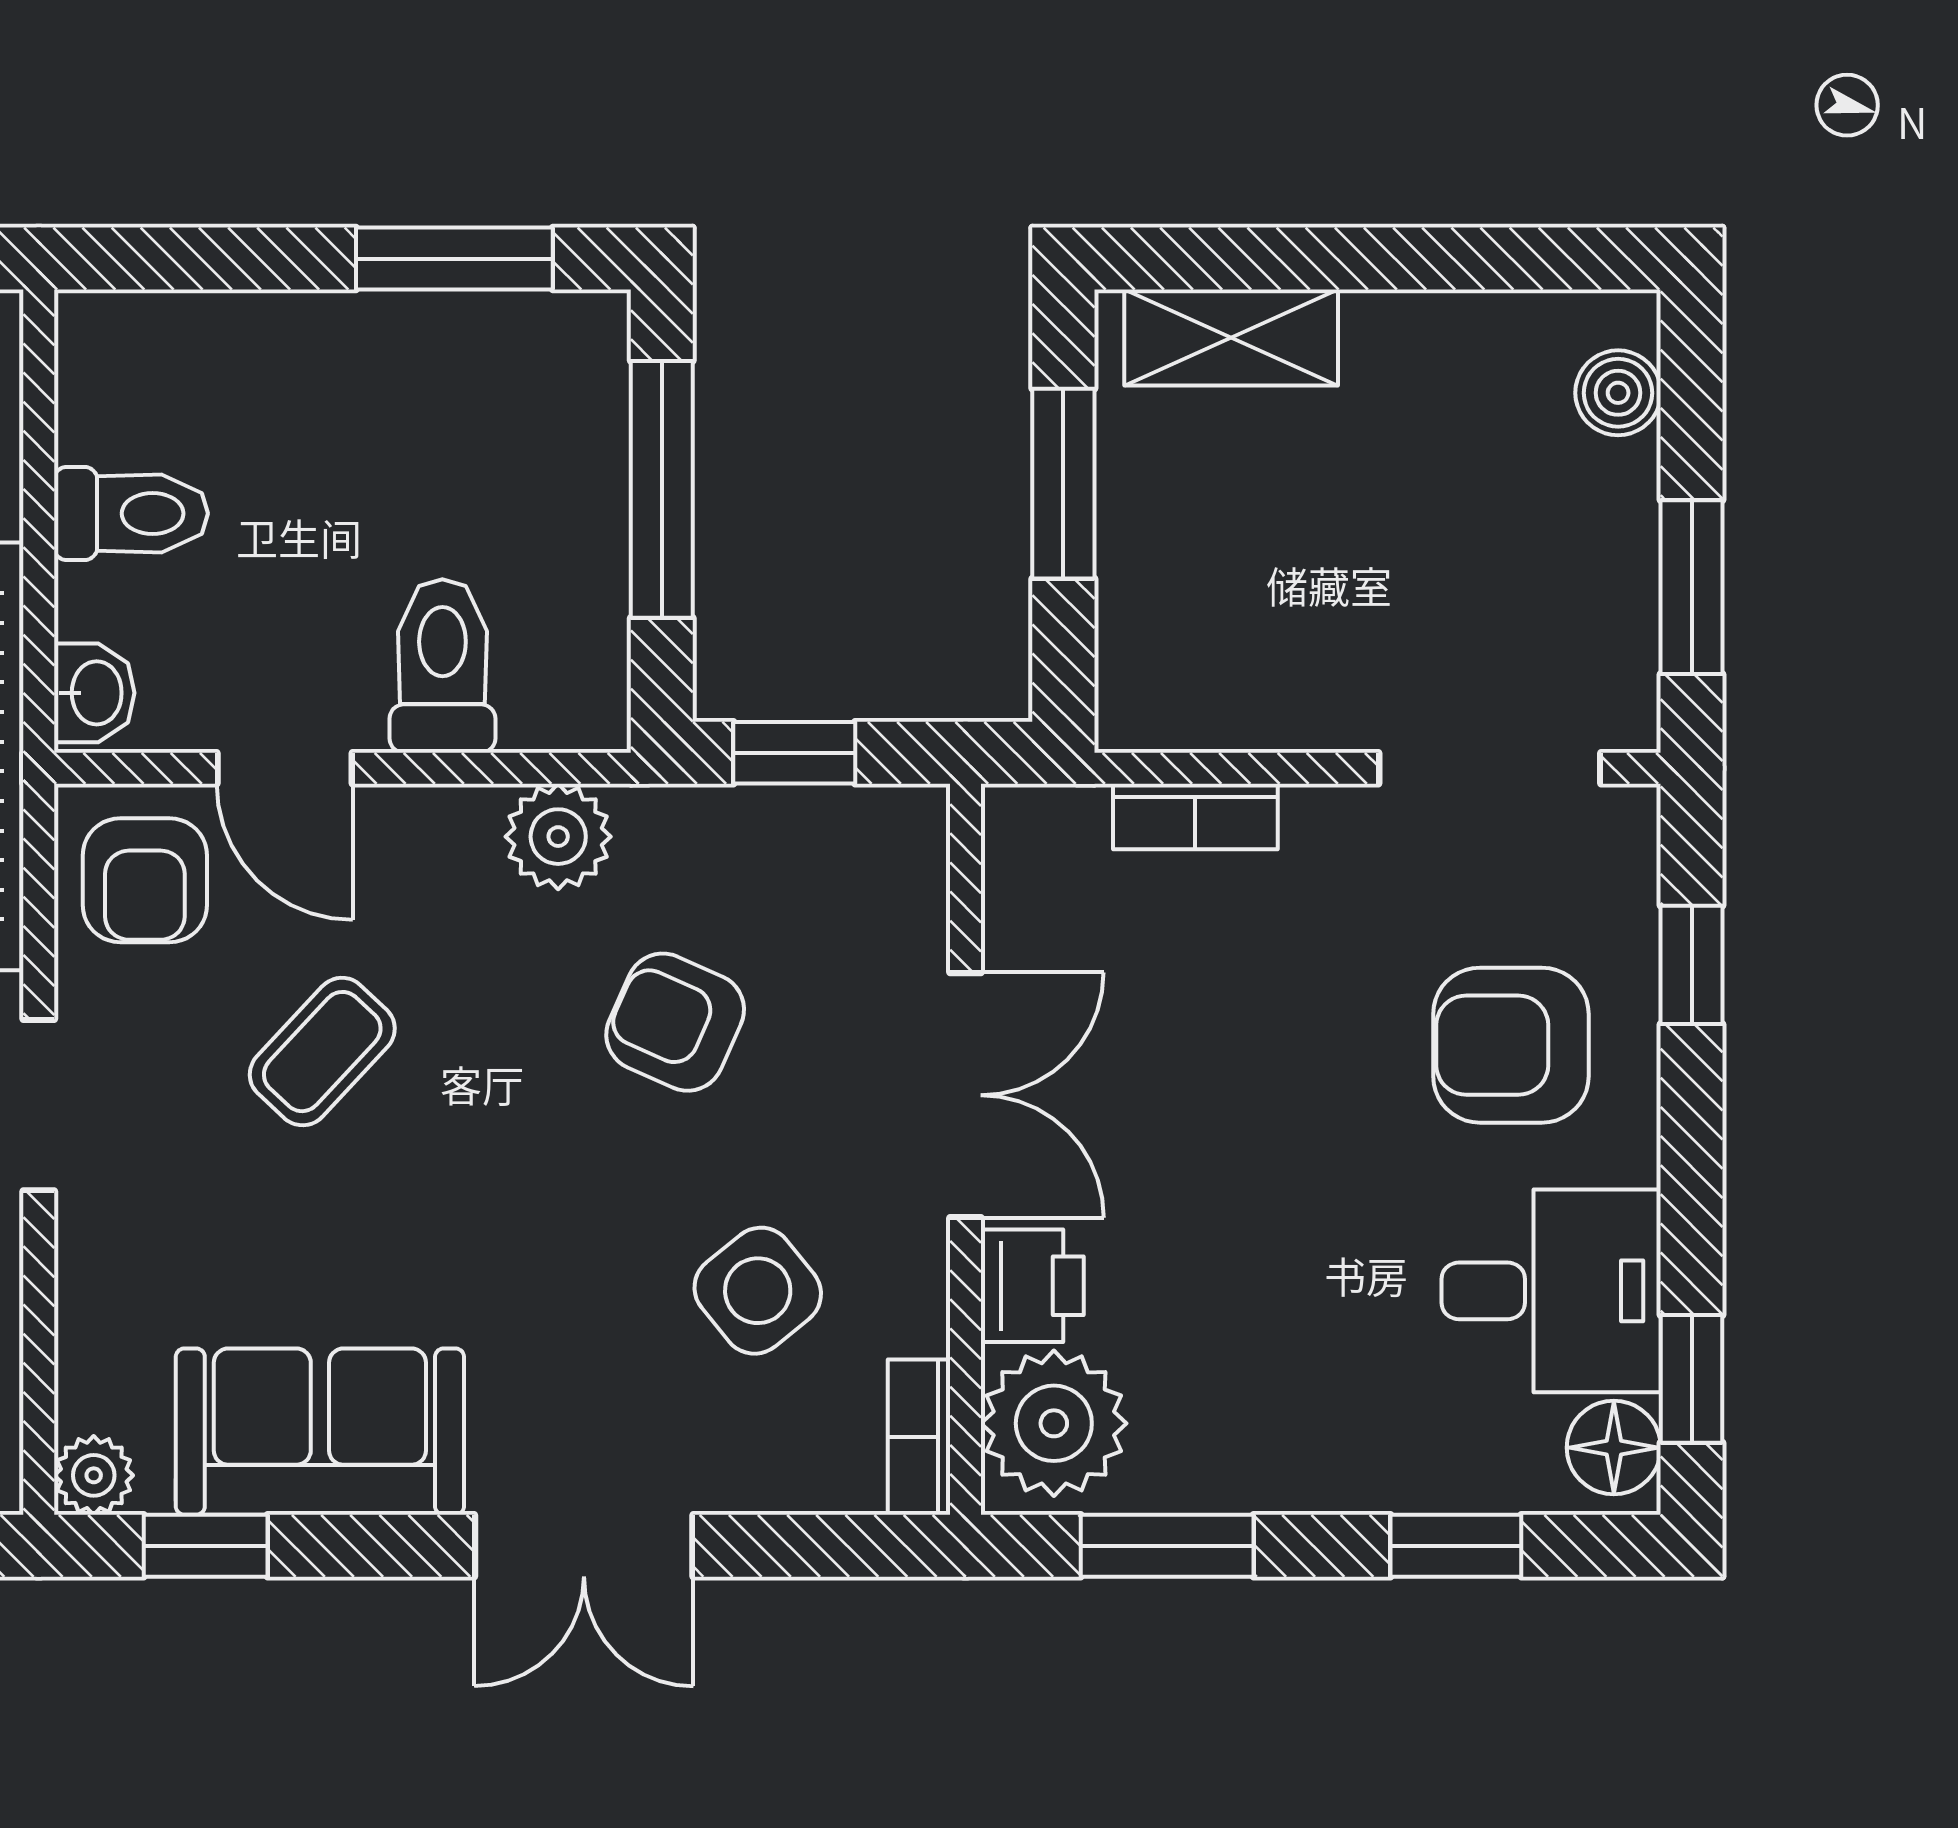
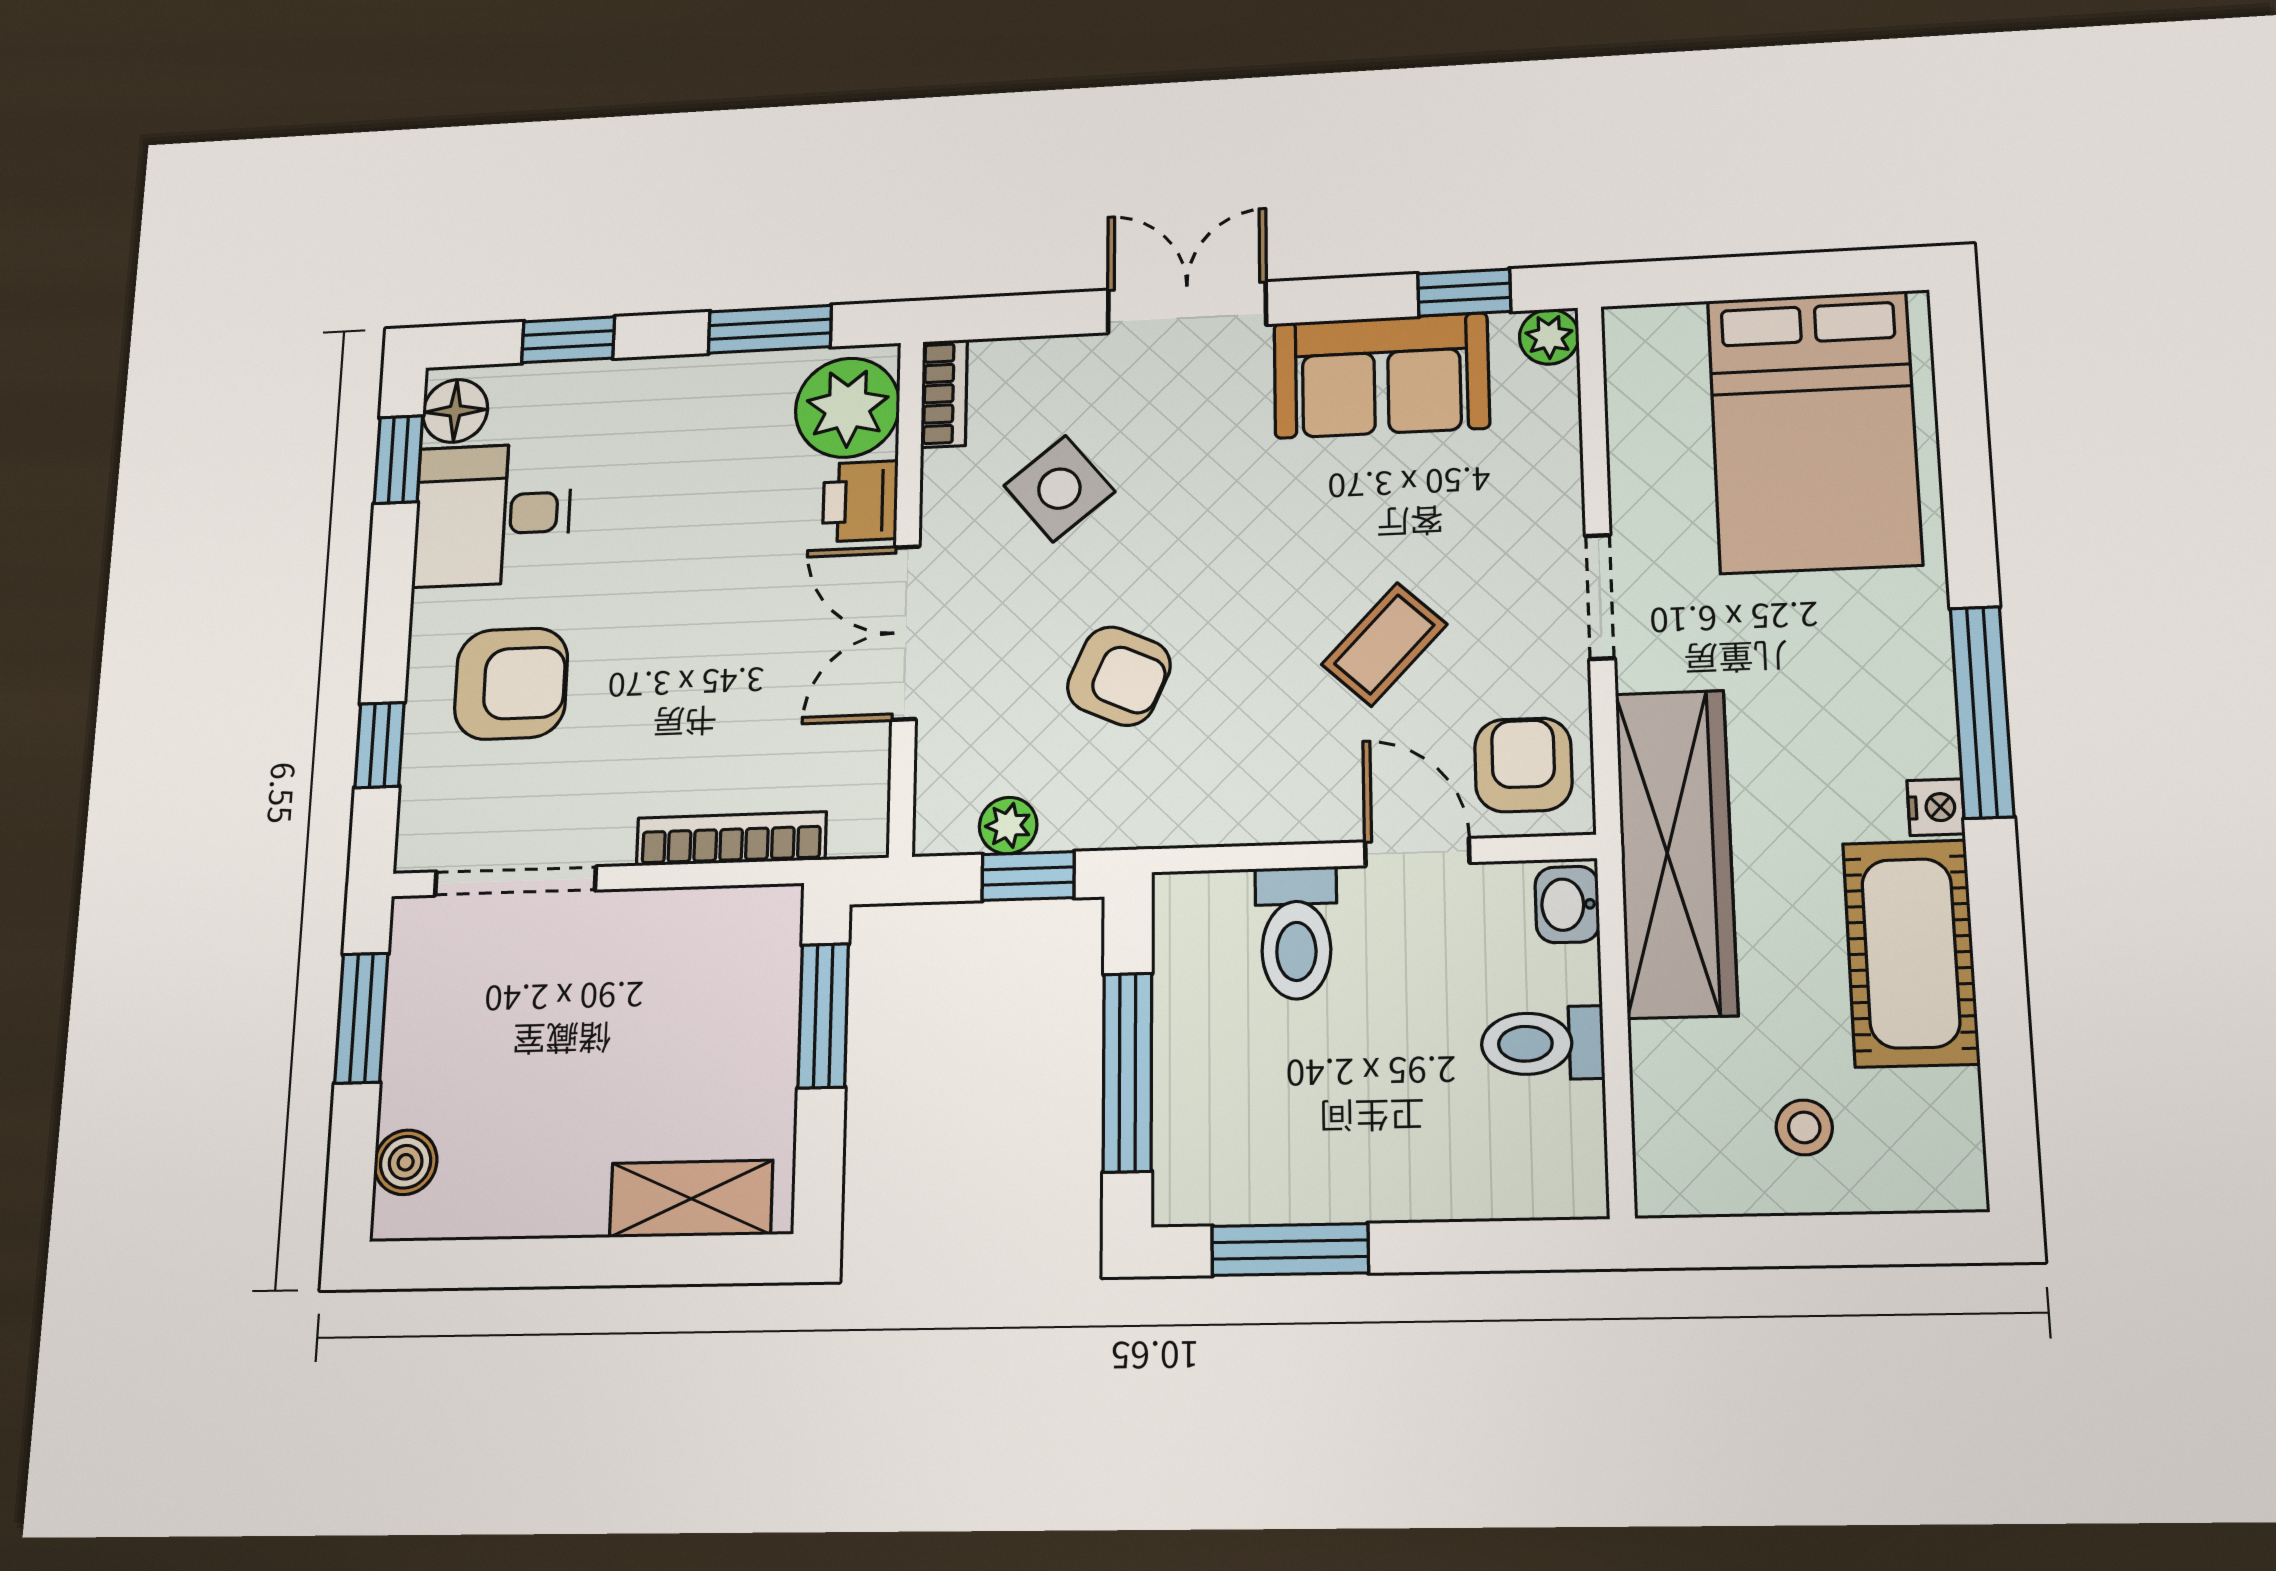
window: (1063, 484) -> (823, 1016), moved
bookcase: (1195, 817) -> (731, 839), width x1.56
plant: (558, 837) -> (1008, 826), moved, width x0.73, depth x0.73

